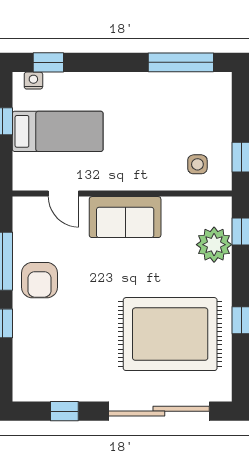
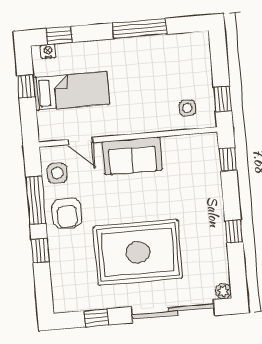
window: (181, 62) -> (139, 29), moved
side table: (32, 230) -> (57, 173), added
plant: (214, 245) -> (223, 291), moved, width x0.53, depth x0.53
rug: (170, 334) -> (138, 252), moved

